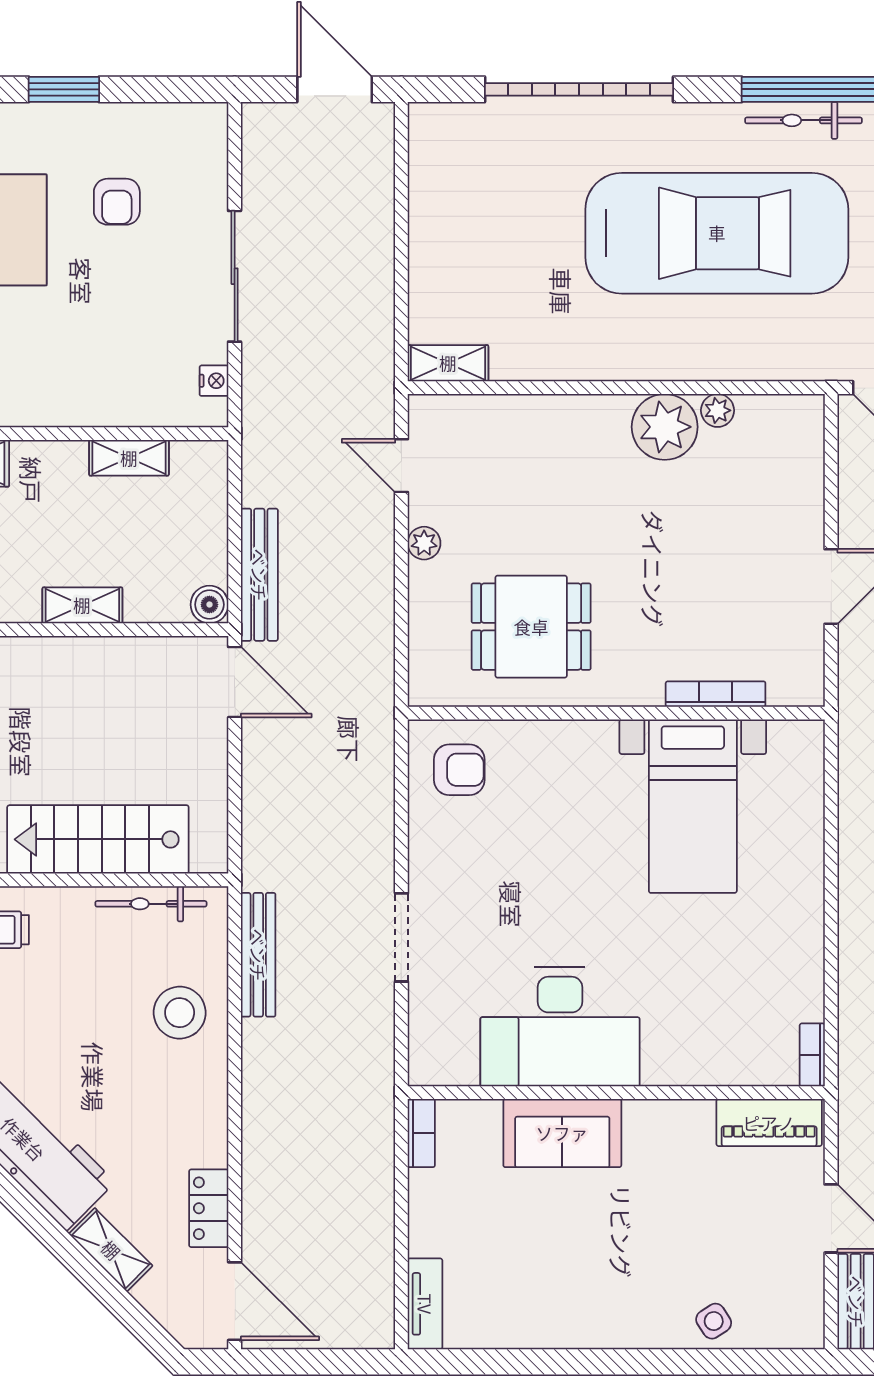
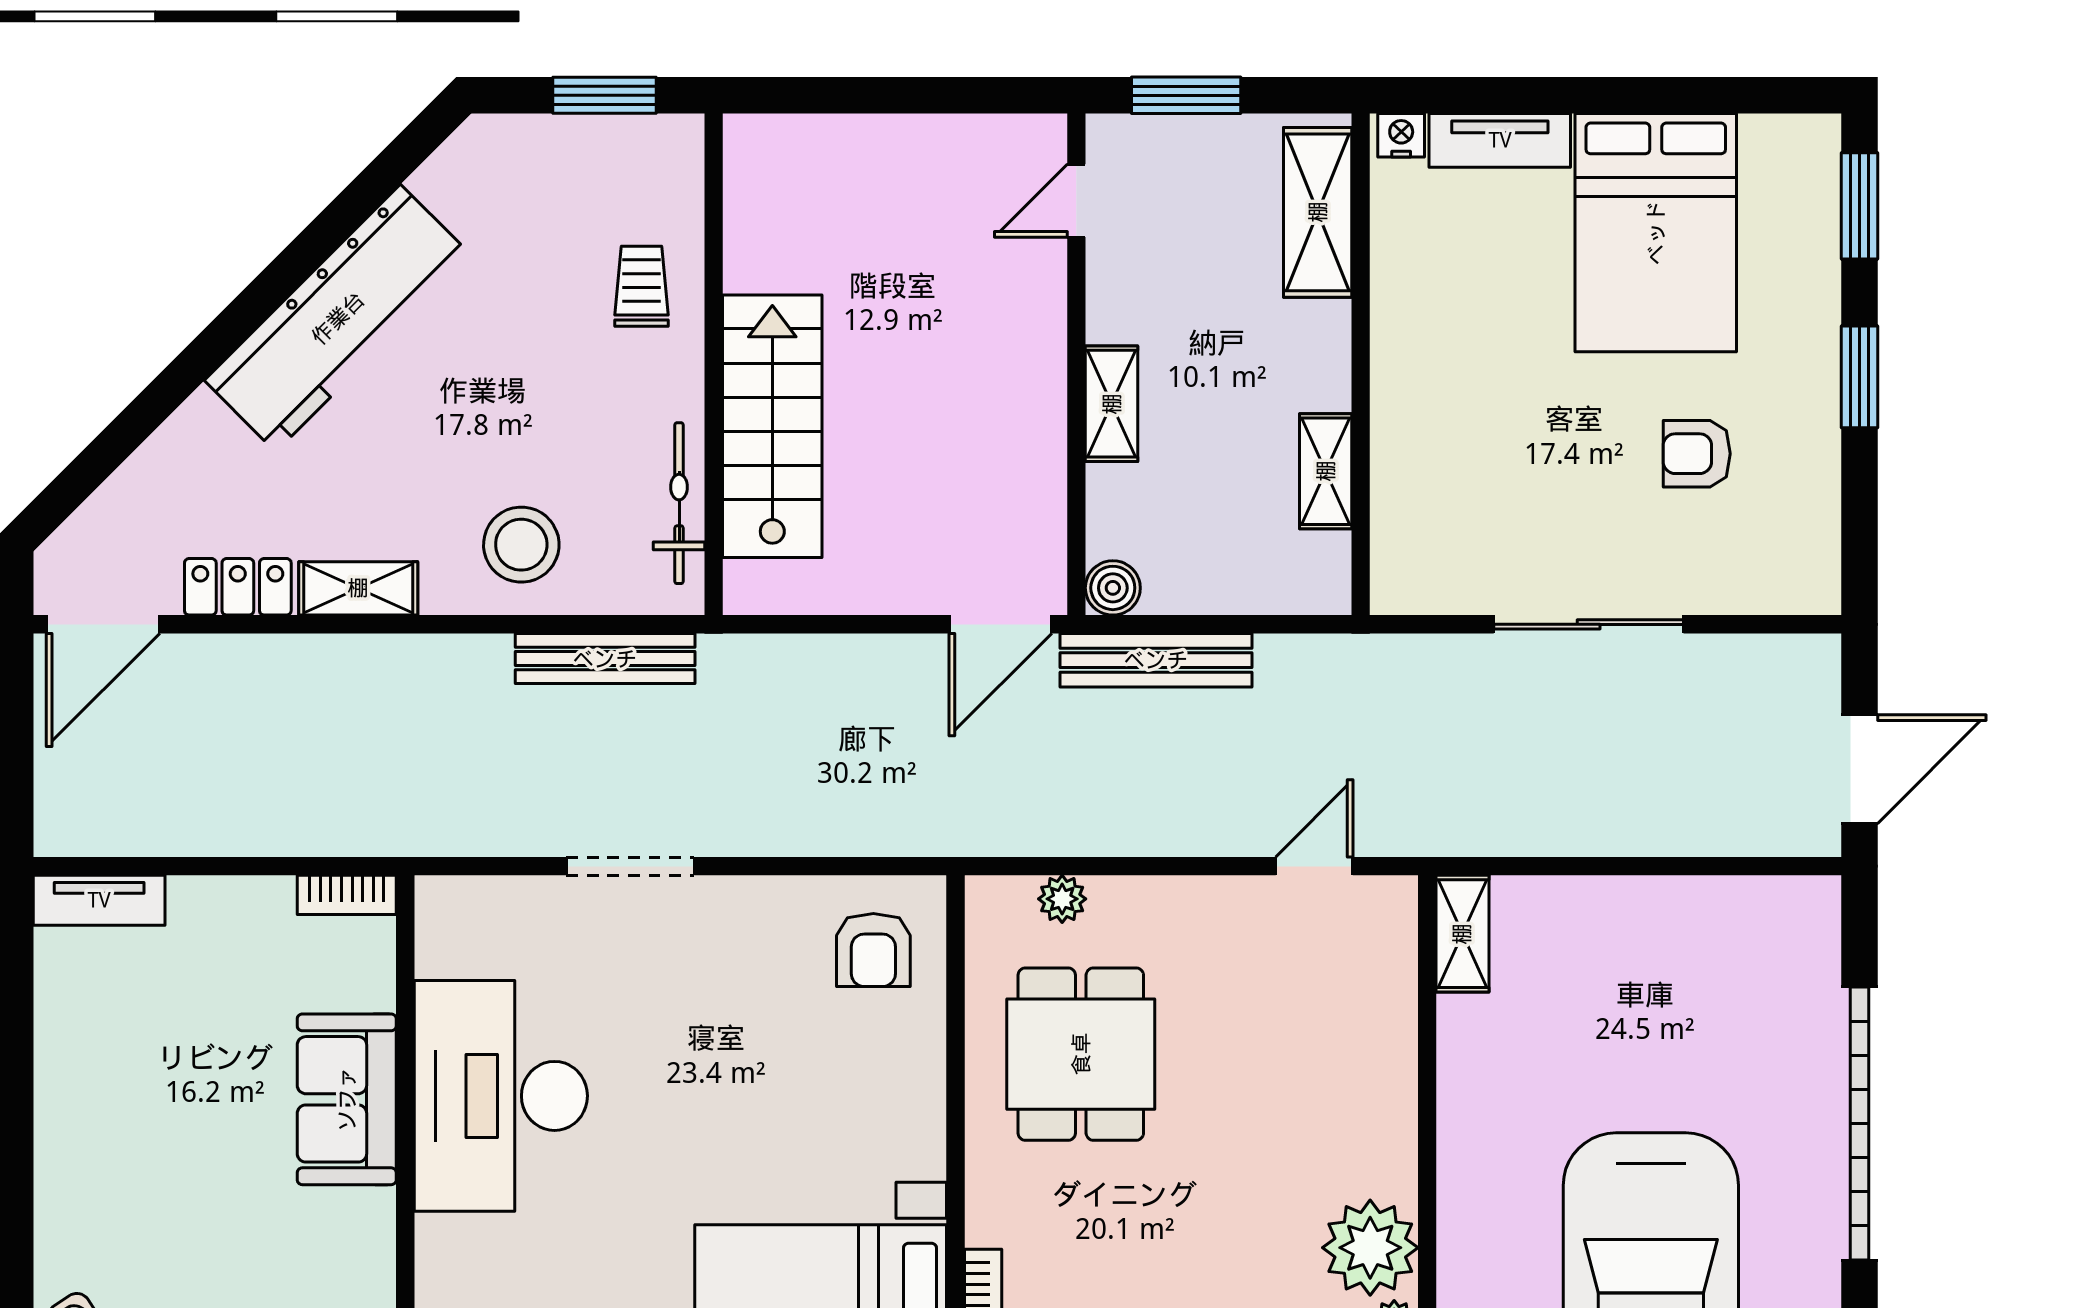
nightstand: (214, 381) -> (1437, 594), removed
plant: (424, 543) -> (1062, 899), moved
shelving: (111, 1250) -> (358, 588), moved, turned 45

